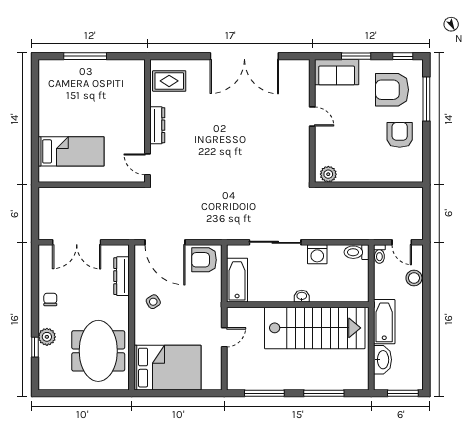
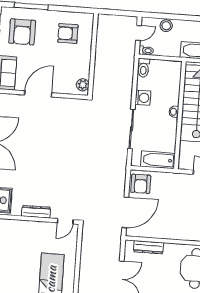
door: (312, 117) -> (38, 94), width x1.88
armchair: (400, 135) -> (68, 34), moved
side table: (153, 302) -> (170, 225), removed

